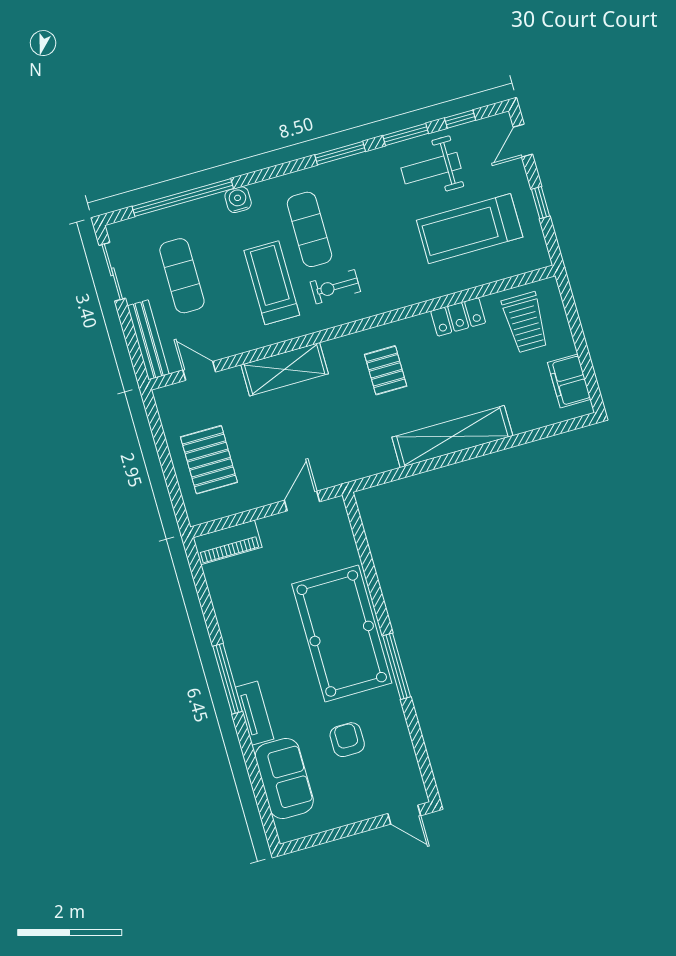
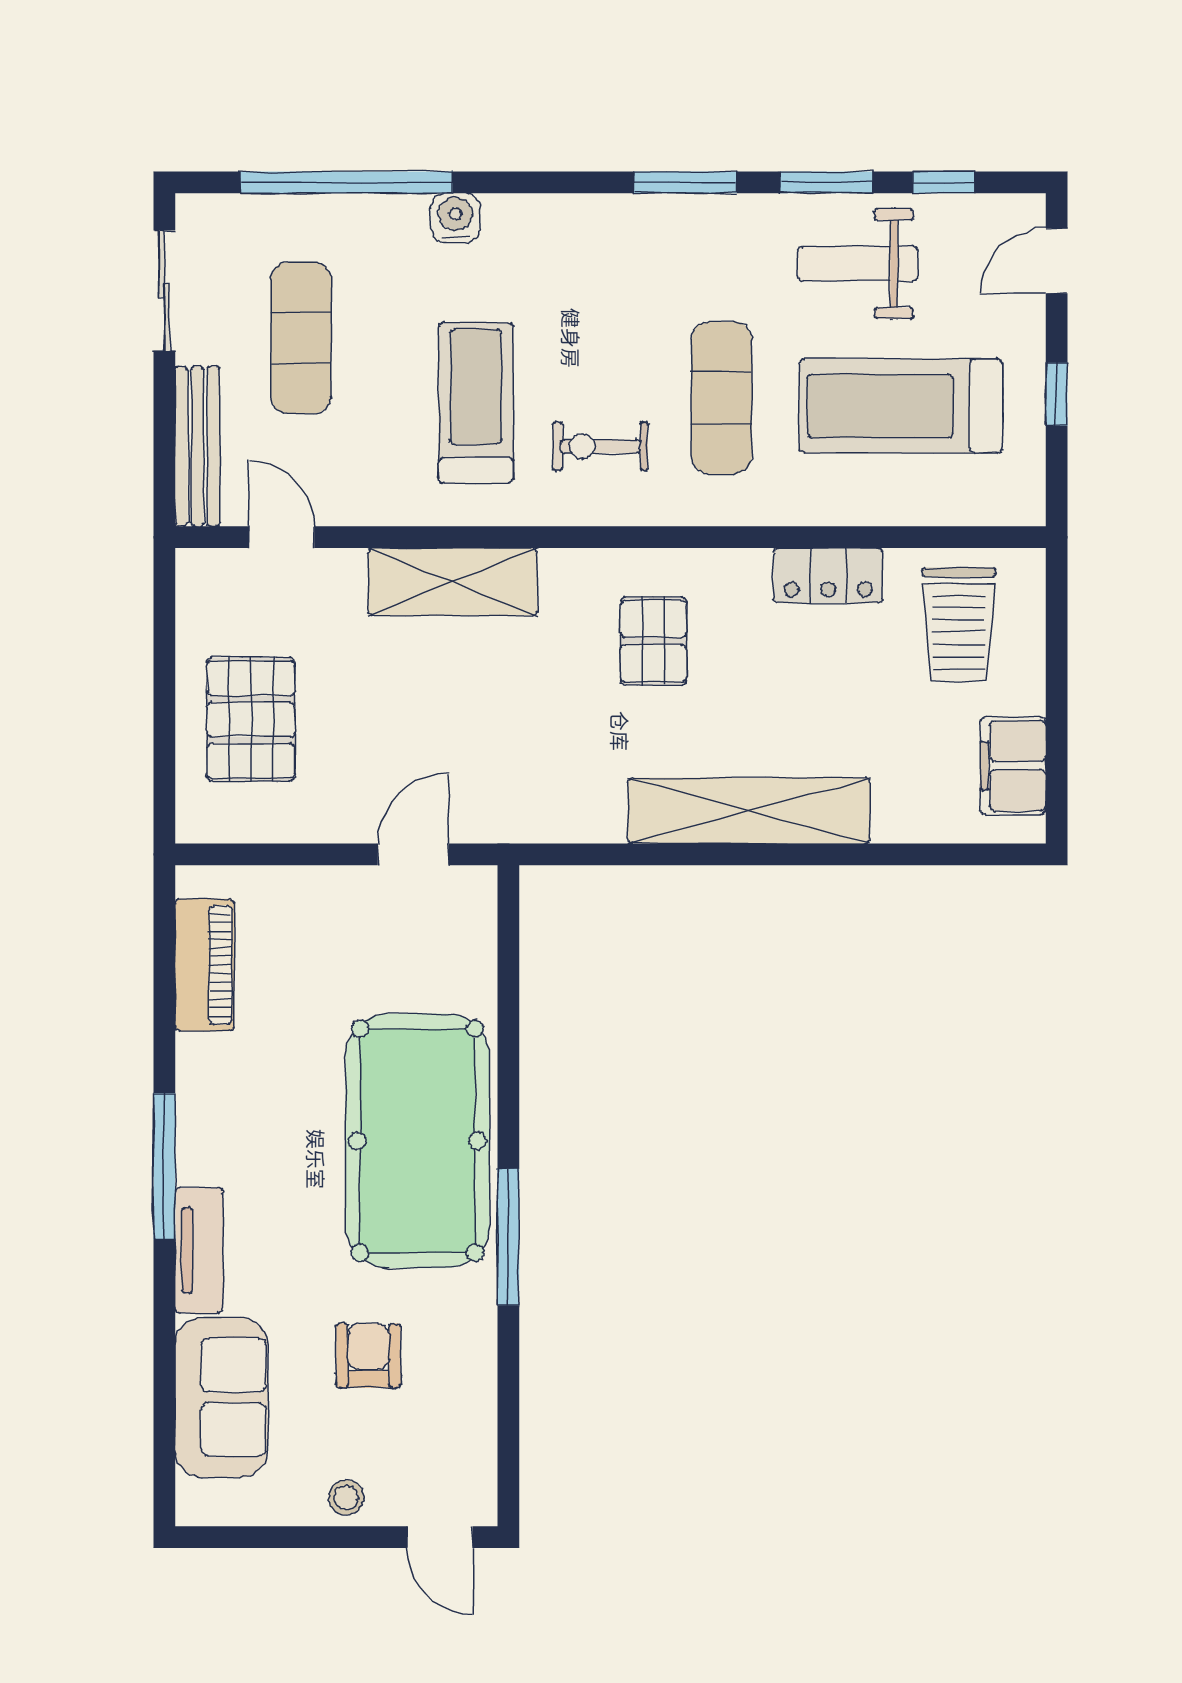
exercise mat: (309, 229) -> (722, 398), moved
piano: (227, 542) -> (205, 965), moved, turned -90
stool: (355, 809) -> (346, 1497), added

